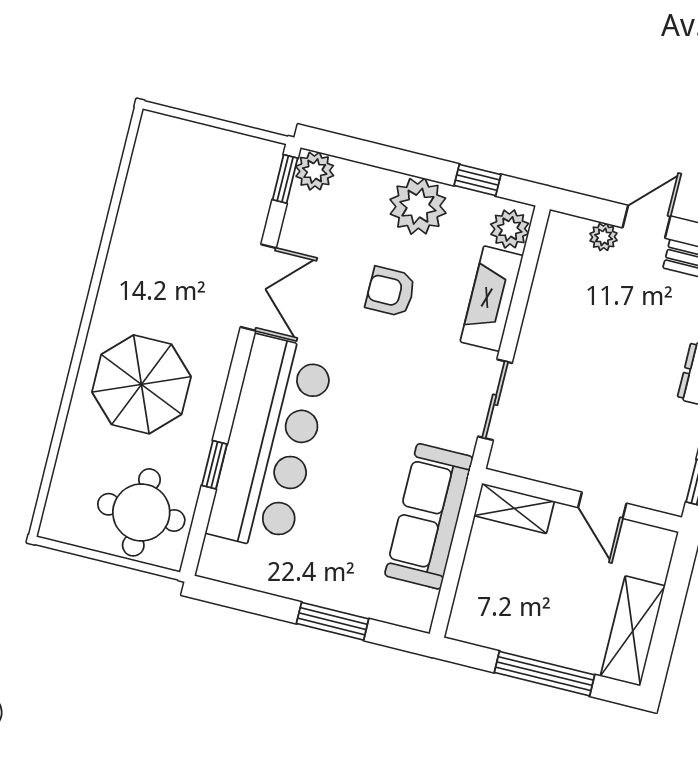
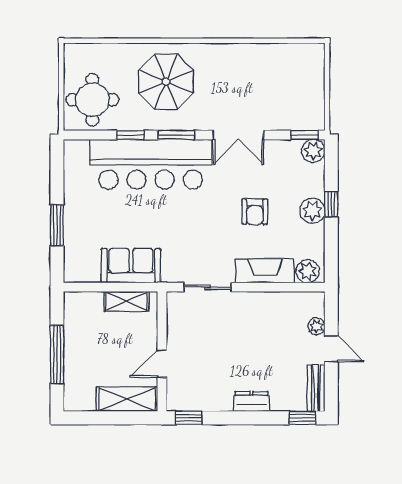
window: (477, 180) -> (331, 204), moved
plant: (418, 206) -> (312, 211), width x0.73, depth x0.73
armchair: (391, 292) -> (255, 212), turned 180
window: (233, 390) -> (176, 135), added
shelving: (514, 508) -> (127, 301), moved, turned 90
sofa: (429, 516) -> (131, 266), width x0.73
shelving: (633, 631) -> (127, 399), moved

